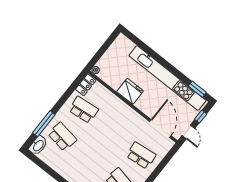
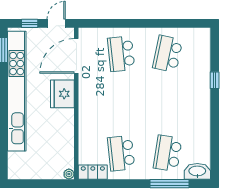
fridge: (130, 91) -> (62, 94), moved

